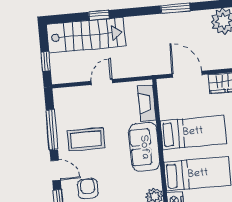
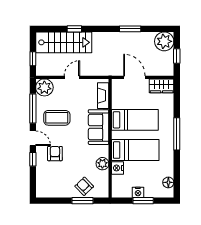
plant: (65, 99) -> (44, 87), added

